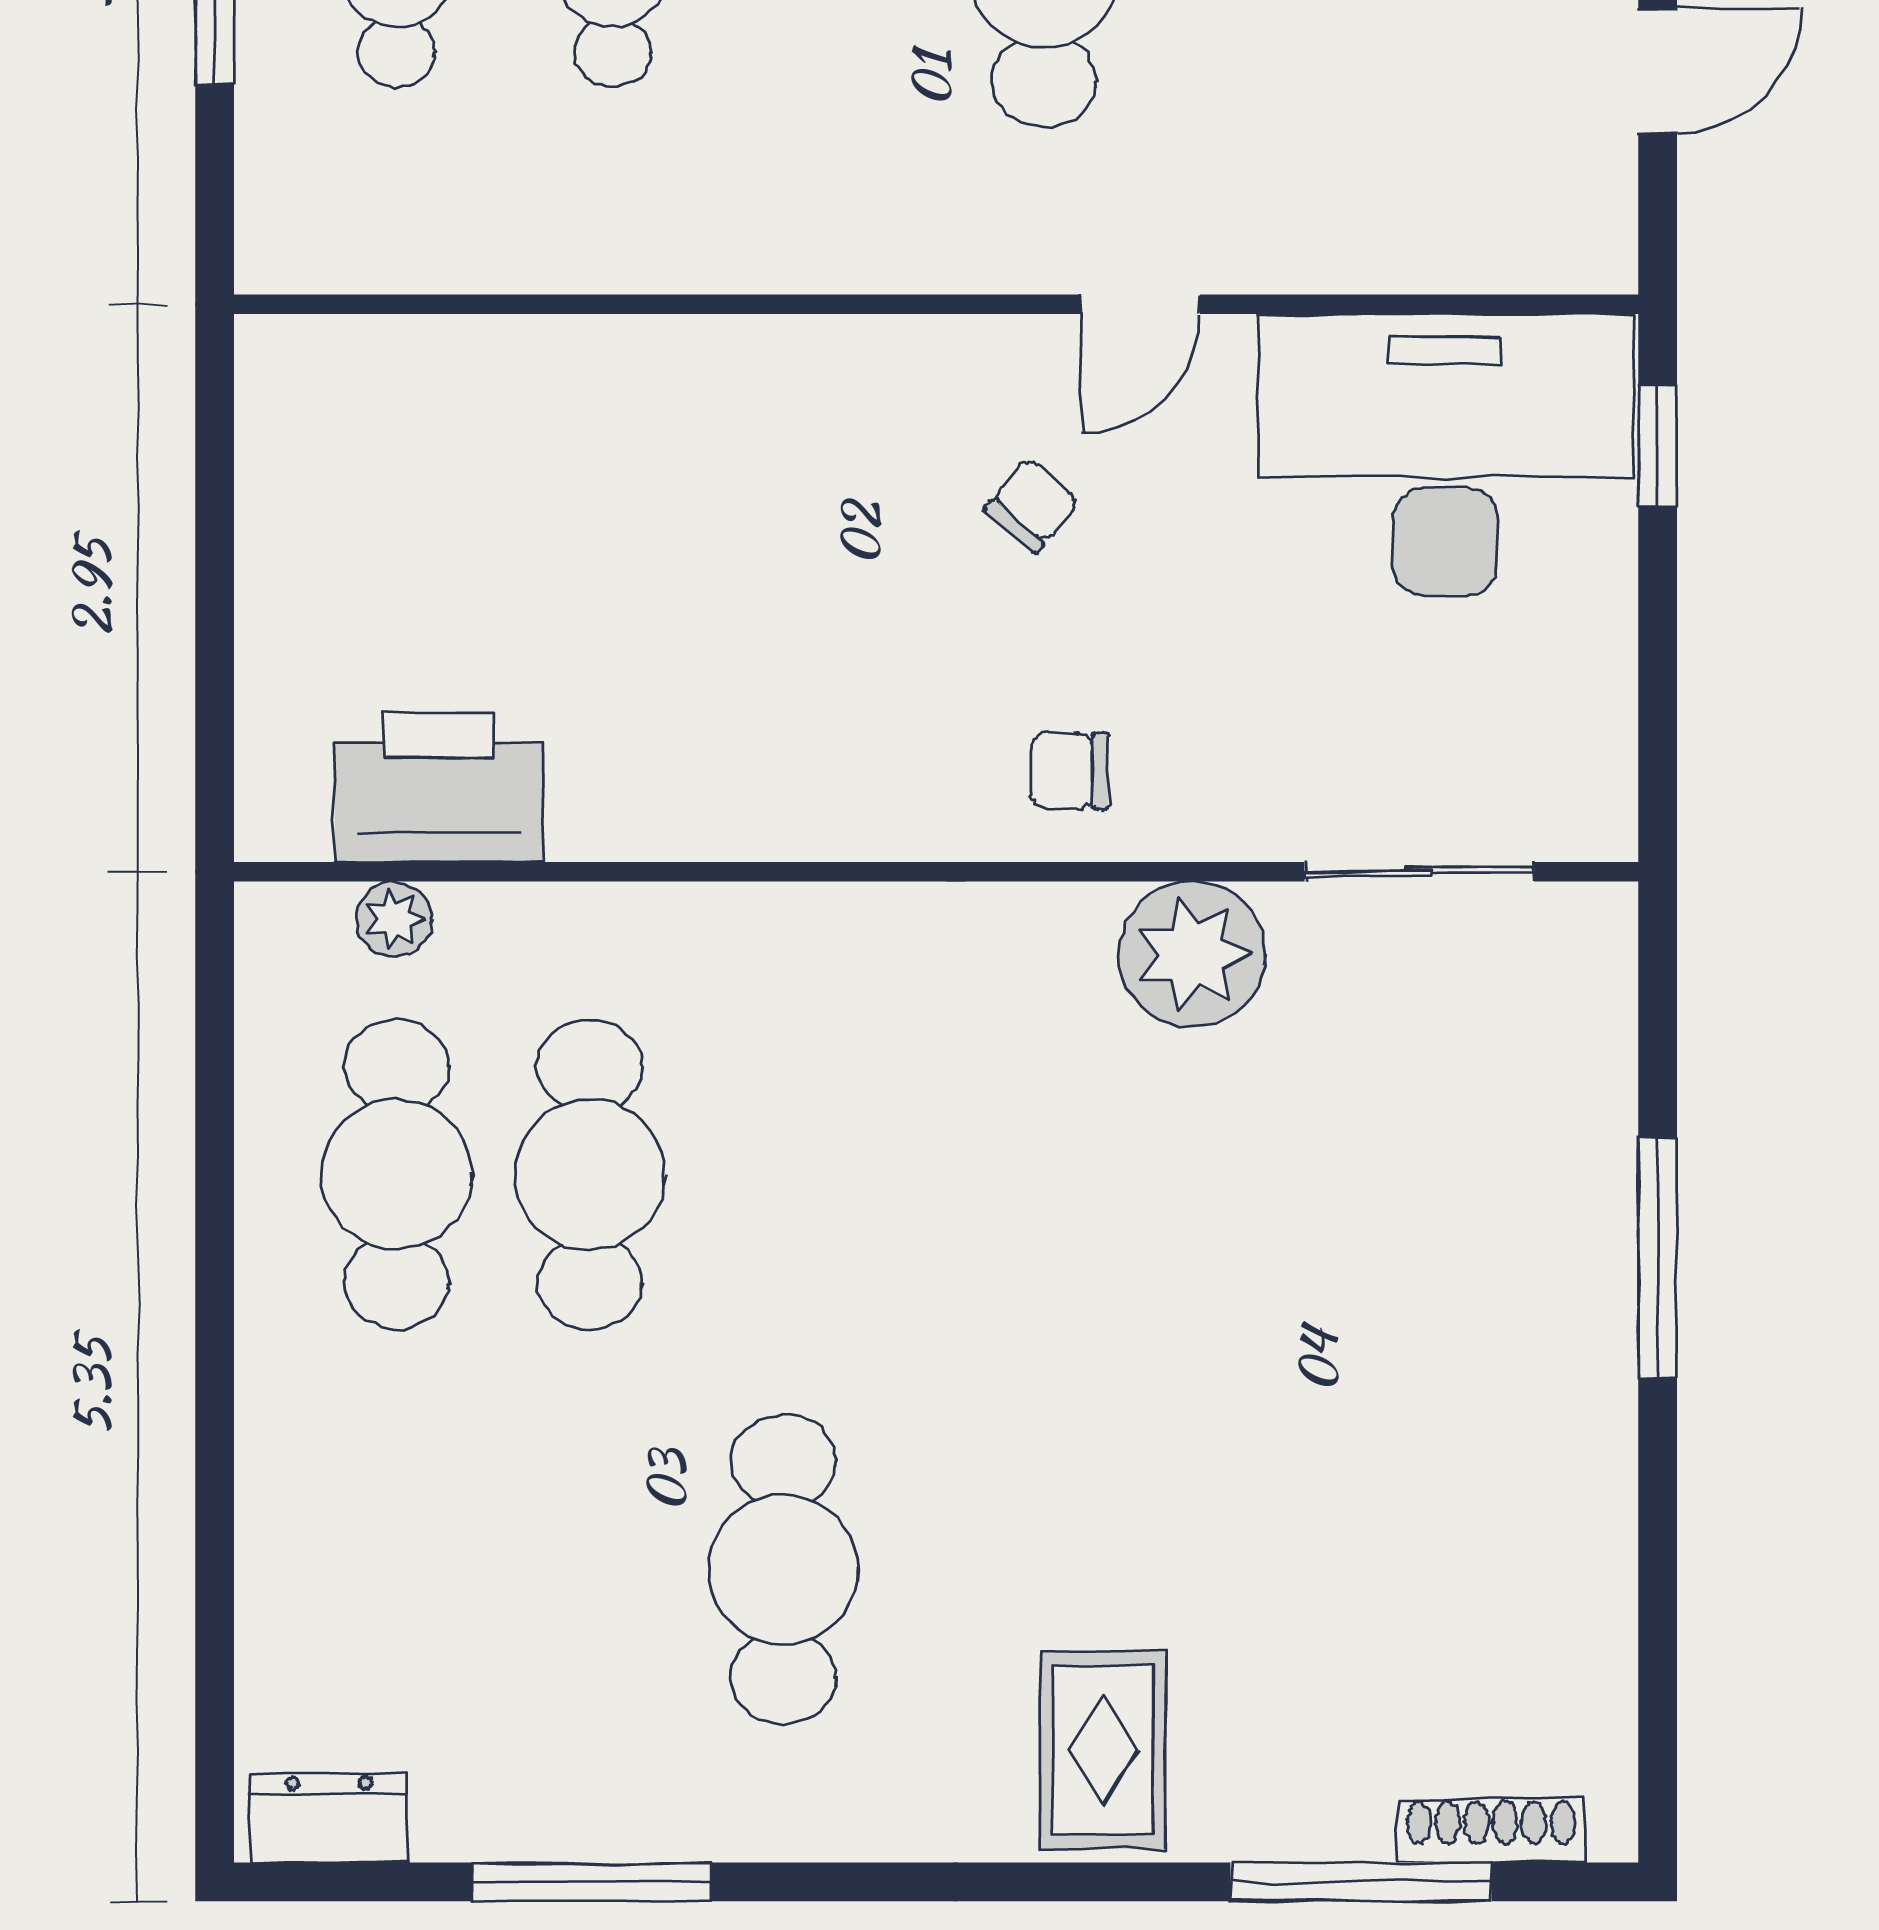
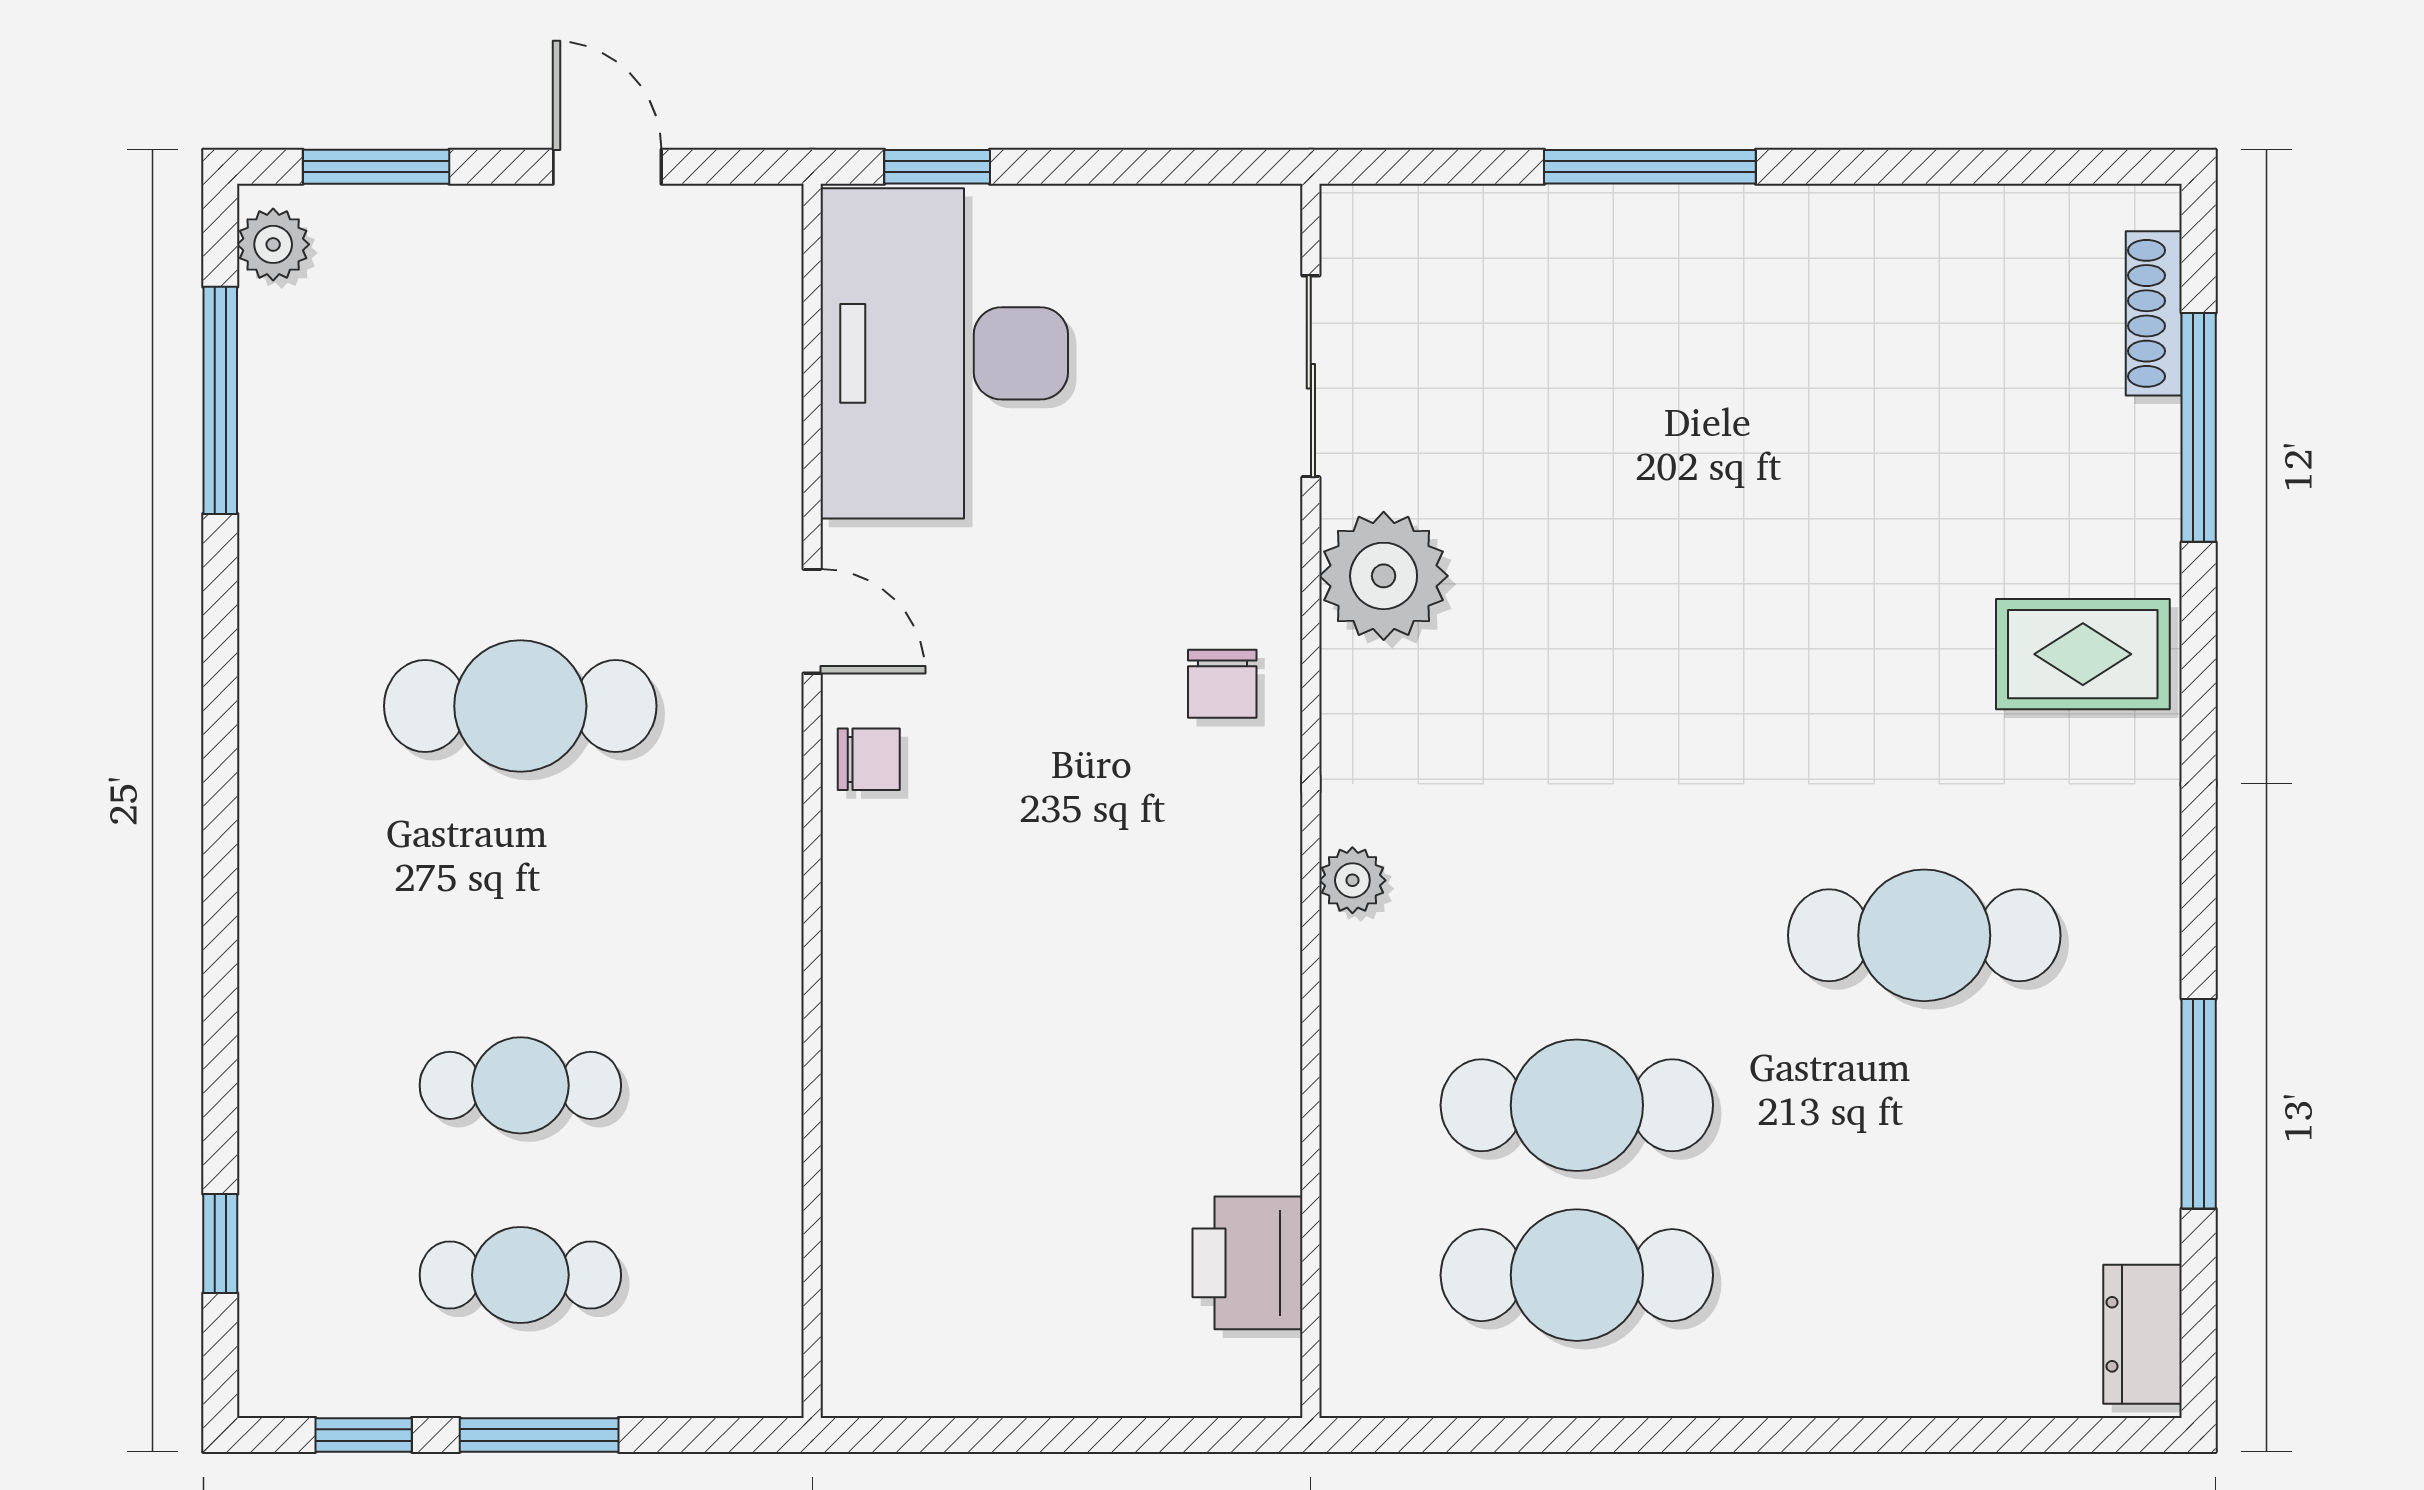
chair: (1032, 505) -> (869, 759), moved, turned 139
printer: (439, 788) -> (1247, 1263), width x0.73, depth x0.84
plant: (394, 919) -> (1352, 880), moved

